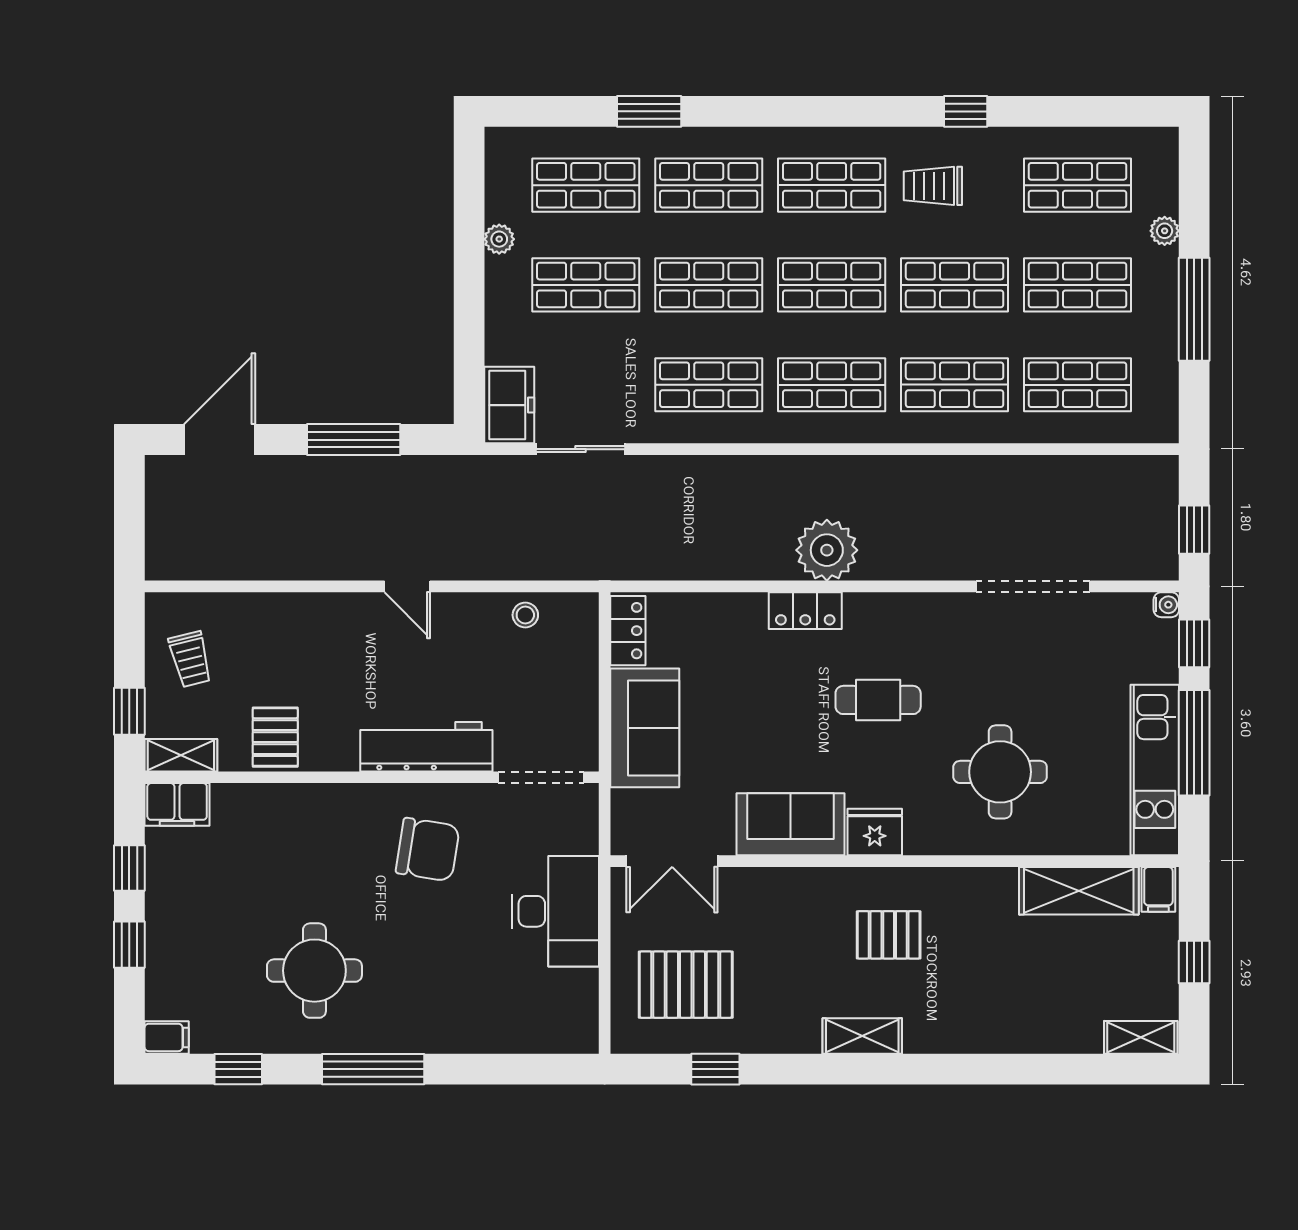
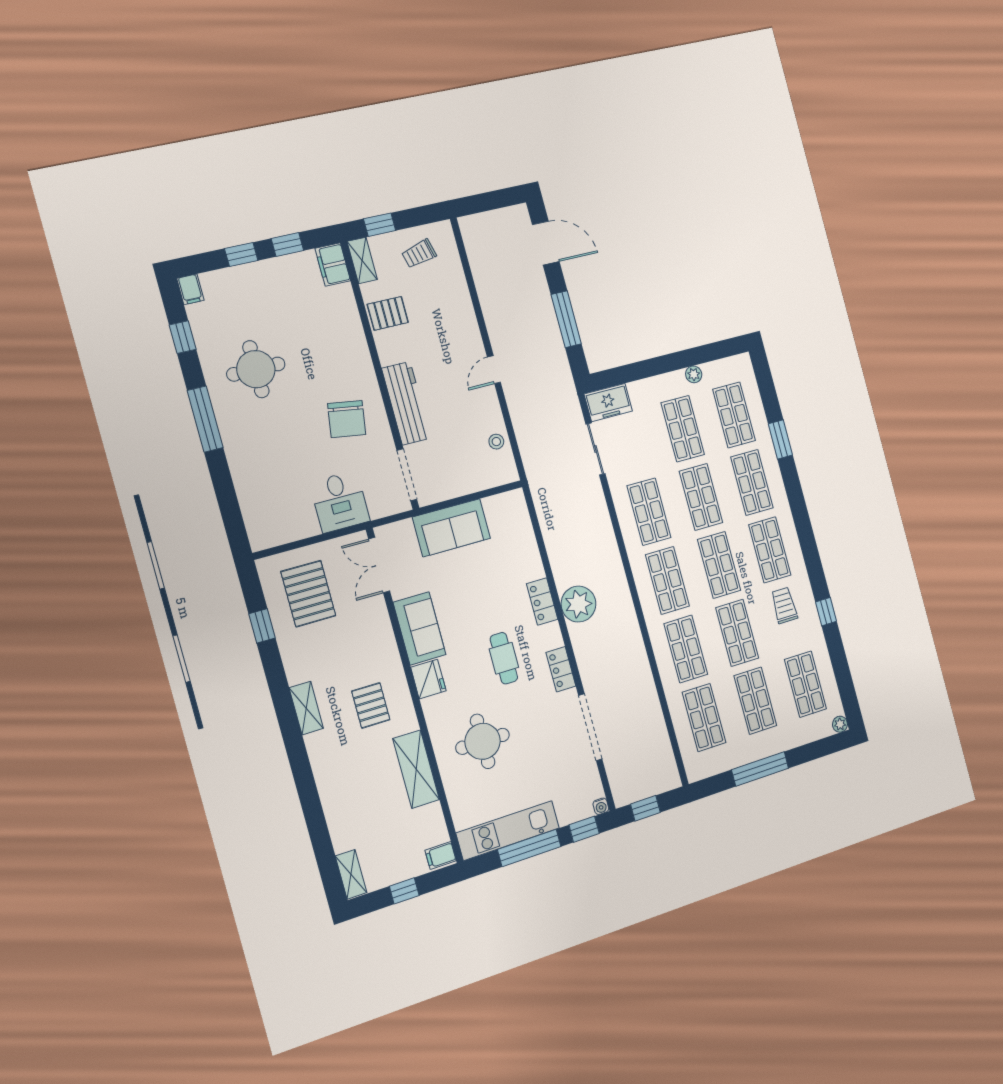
plant: (1165, 231) -> (840, 724), moved
locker: (628, 631) -> (561, 669), moved, turned 90
shelving: (1079, 891) -> (416, 769), moved
desk: (555, 911) -> (340, 502), width x0.73

